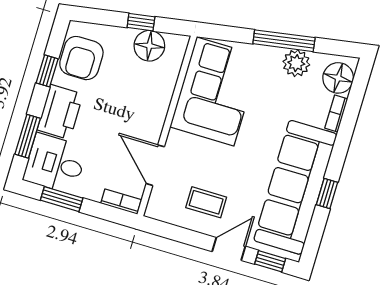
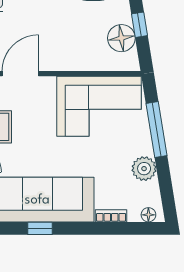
window: (284, 41) -> (156, 129), moved
floor lamp: (338, 78) -> (148, 215), width x0.53, depth x0.53

